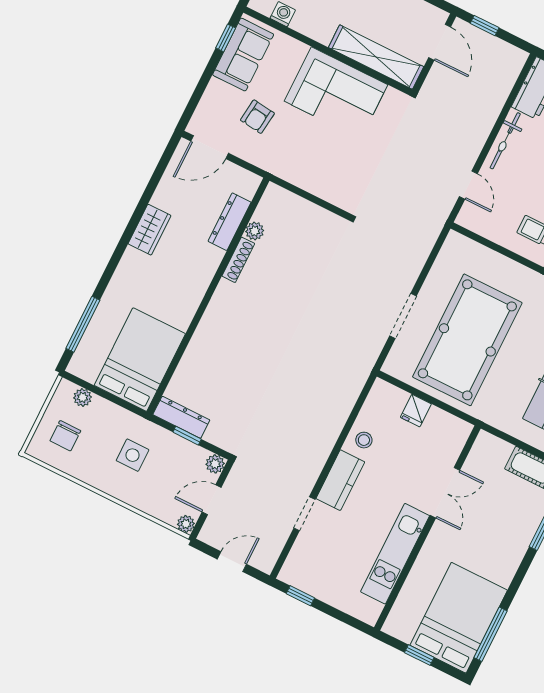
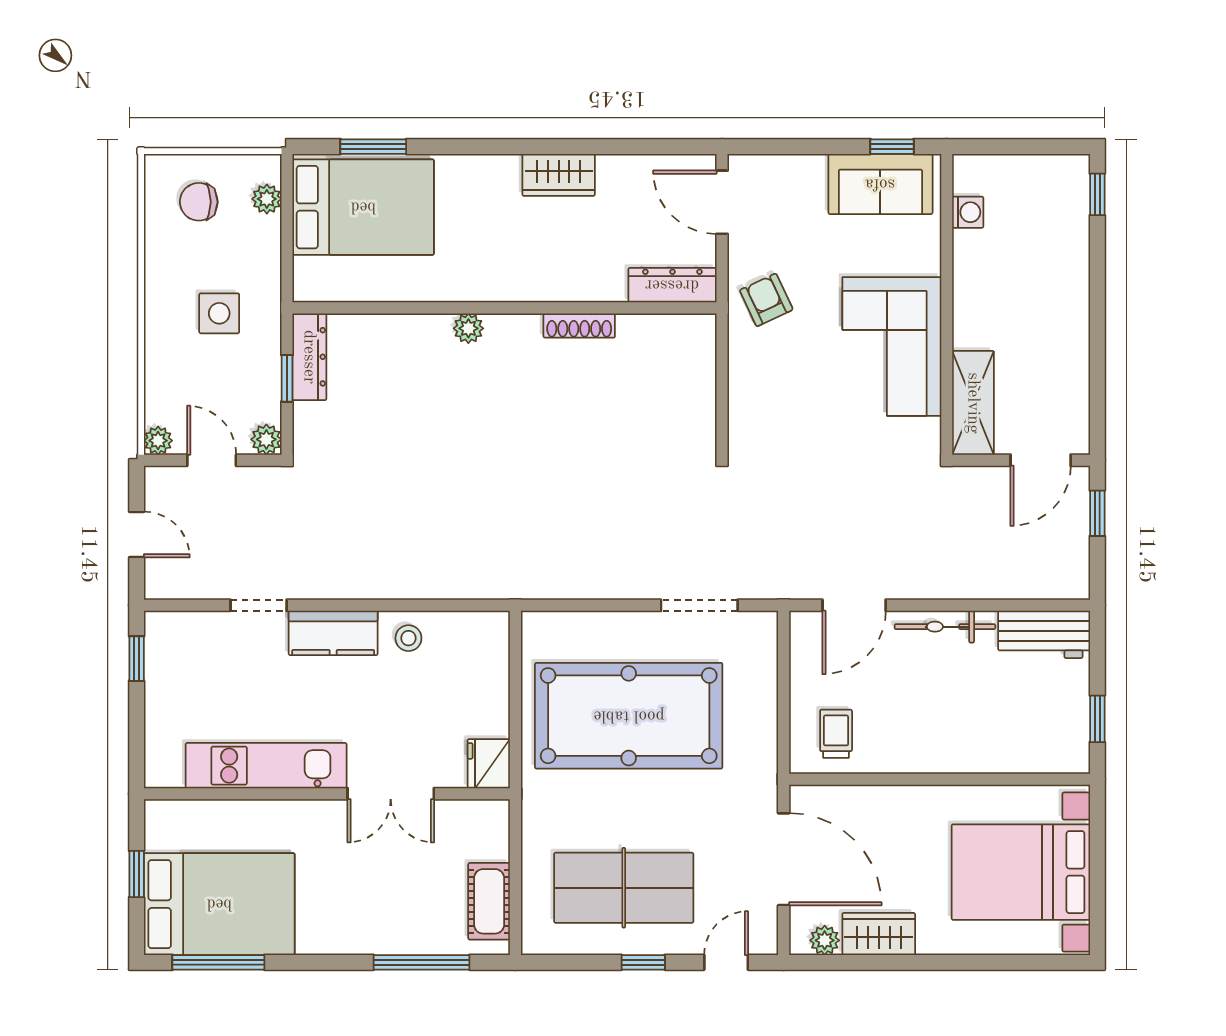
shelving: (376, 57) -> (973, 403), width x0.68
armchair: (257, 117) -> (766, 300), moved, turned 58
door: (468, 185) -> (854, 605), width x1.38
dresser: (230, 222) -> (672, 285), moved
plant: (255, 231) -> (468, 328), moved
doorway: (403, 316) -> (699, 605), moved
window: (83, 324) -> (373, 147), width x0.69
bed: (140, 360) -> (363, 207), moved
fridge: (416, 411) -> (489, 764), moved, width x1.38

